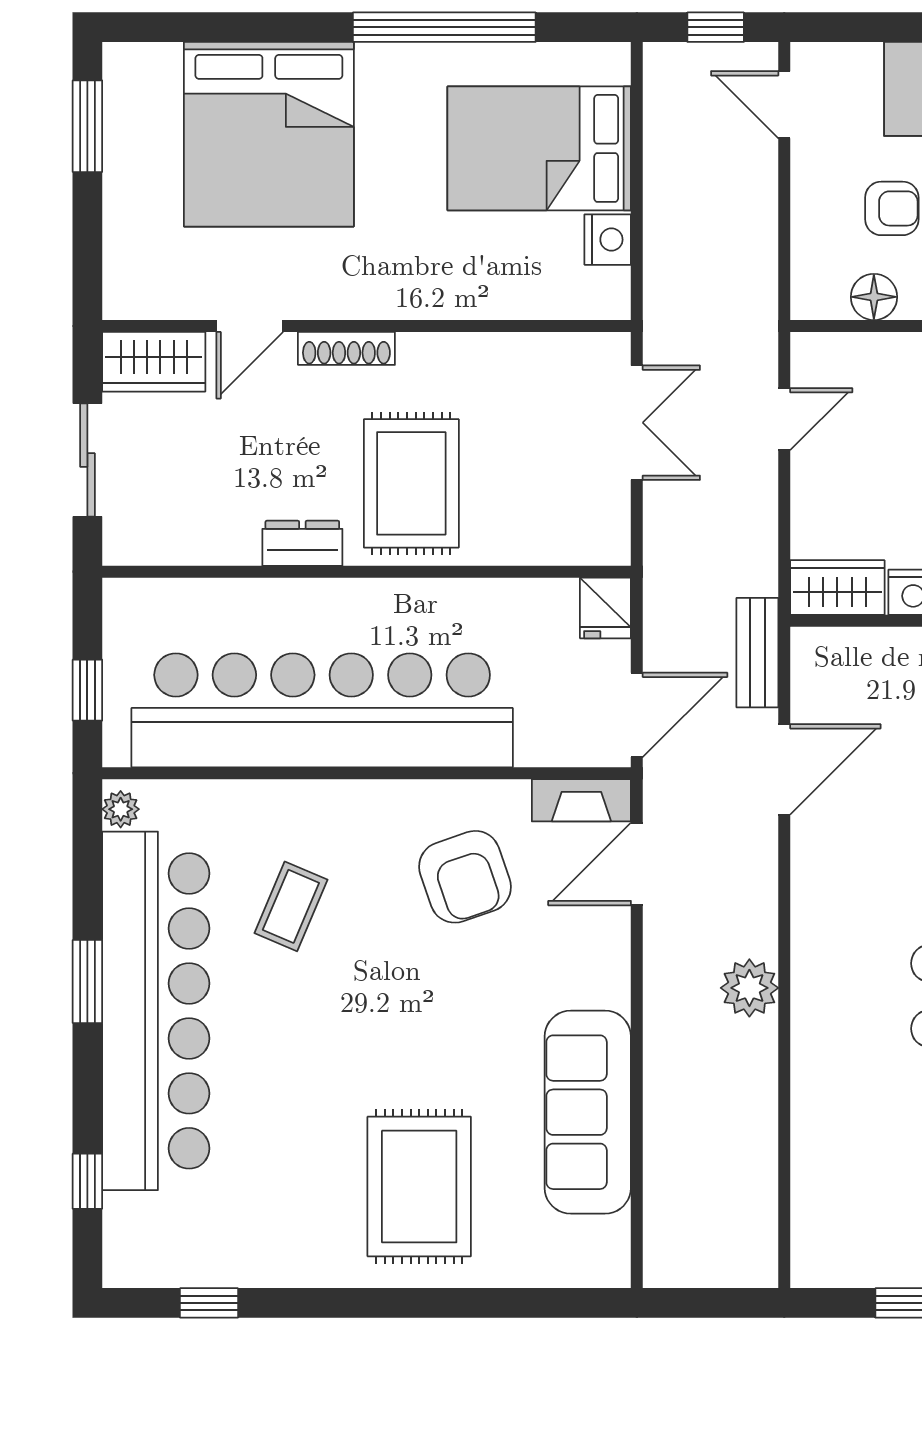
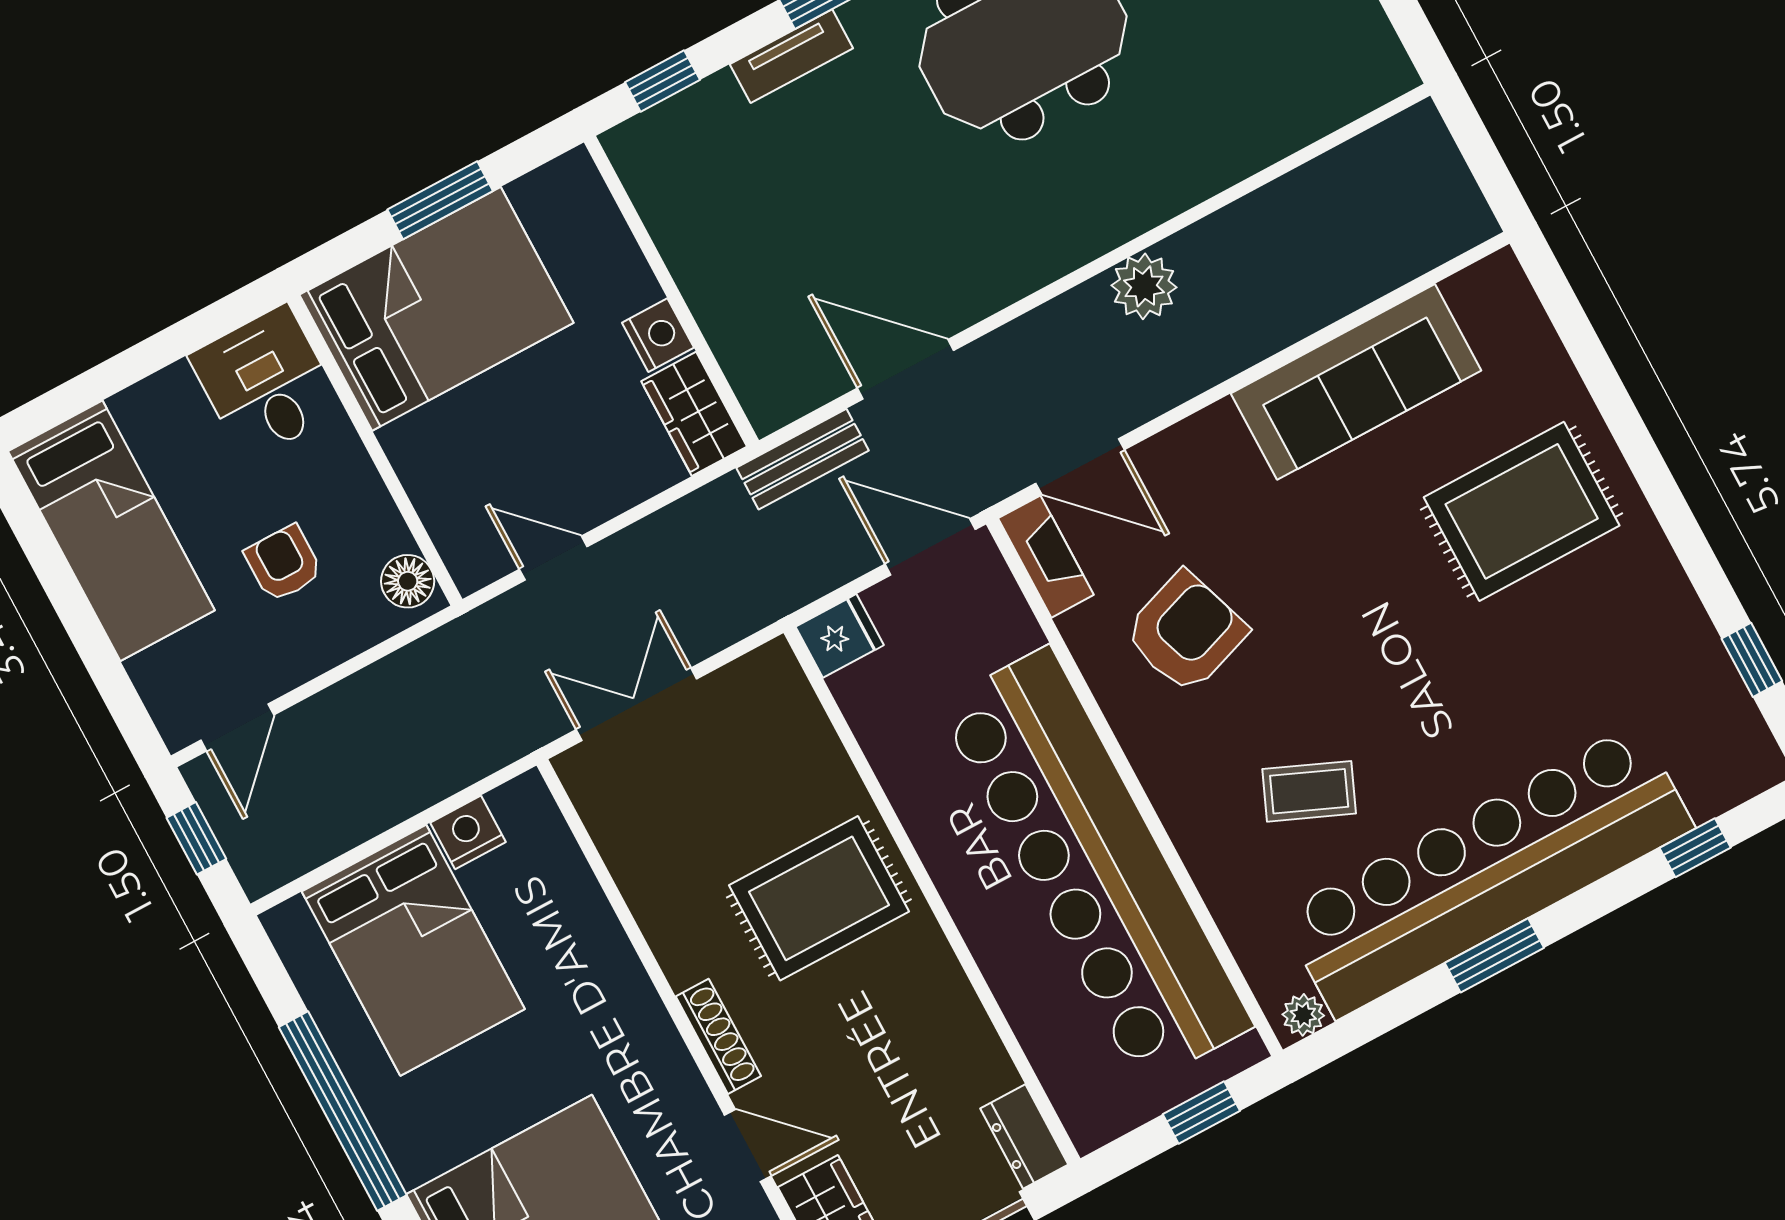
floor lamp: (874, 297) -> (408, 581), moved
dresser: (302, 543) -> (1024, 1137), moved

